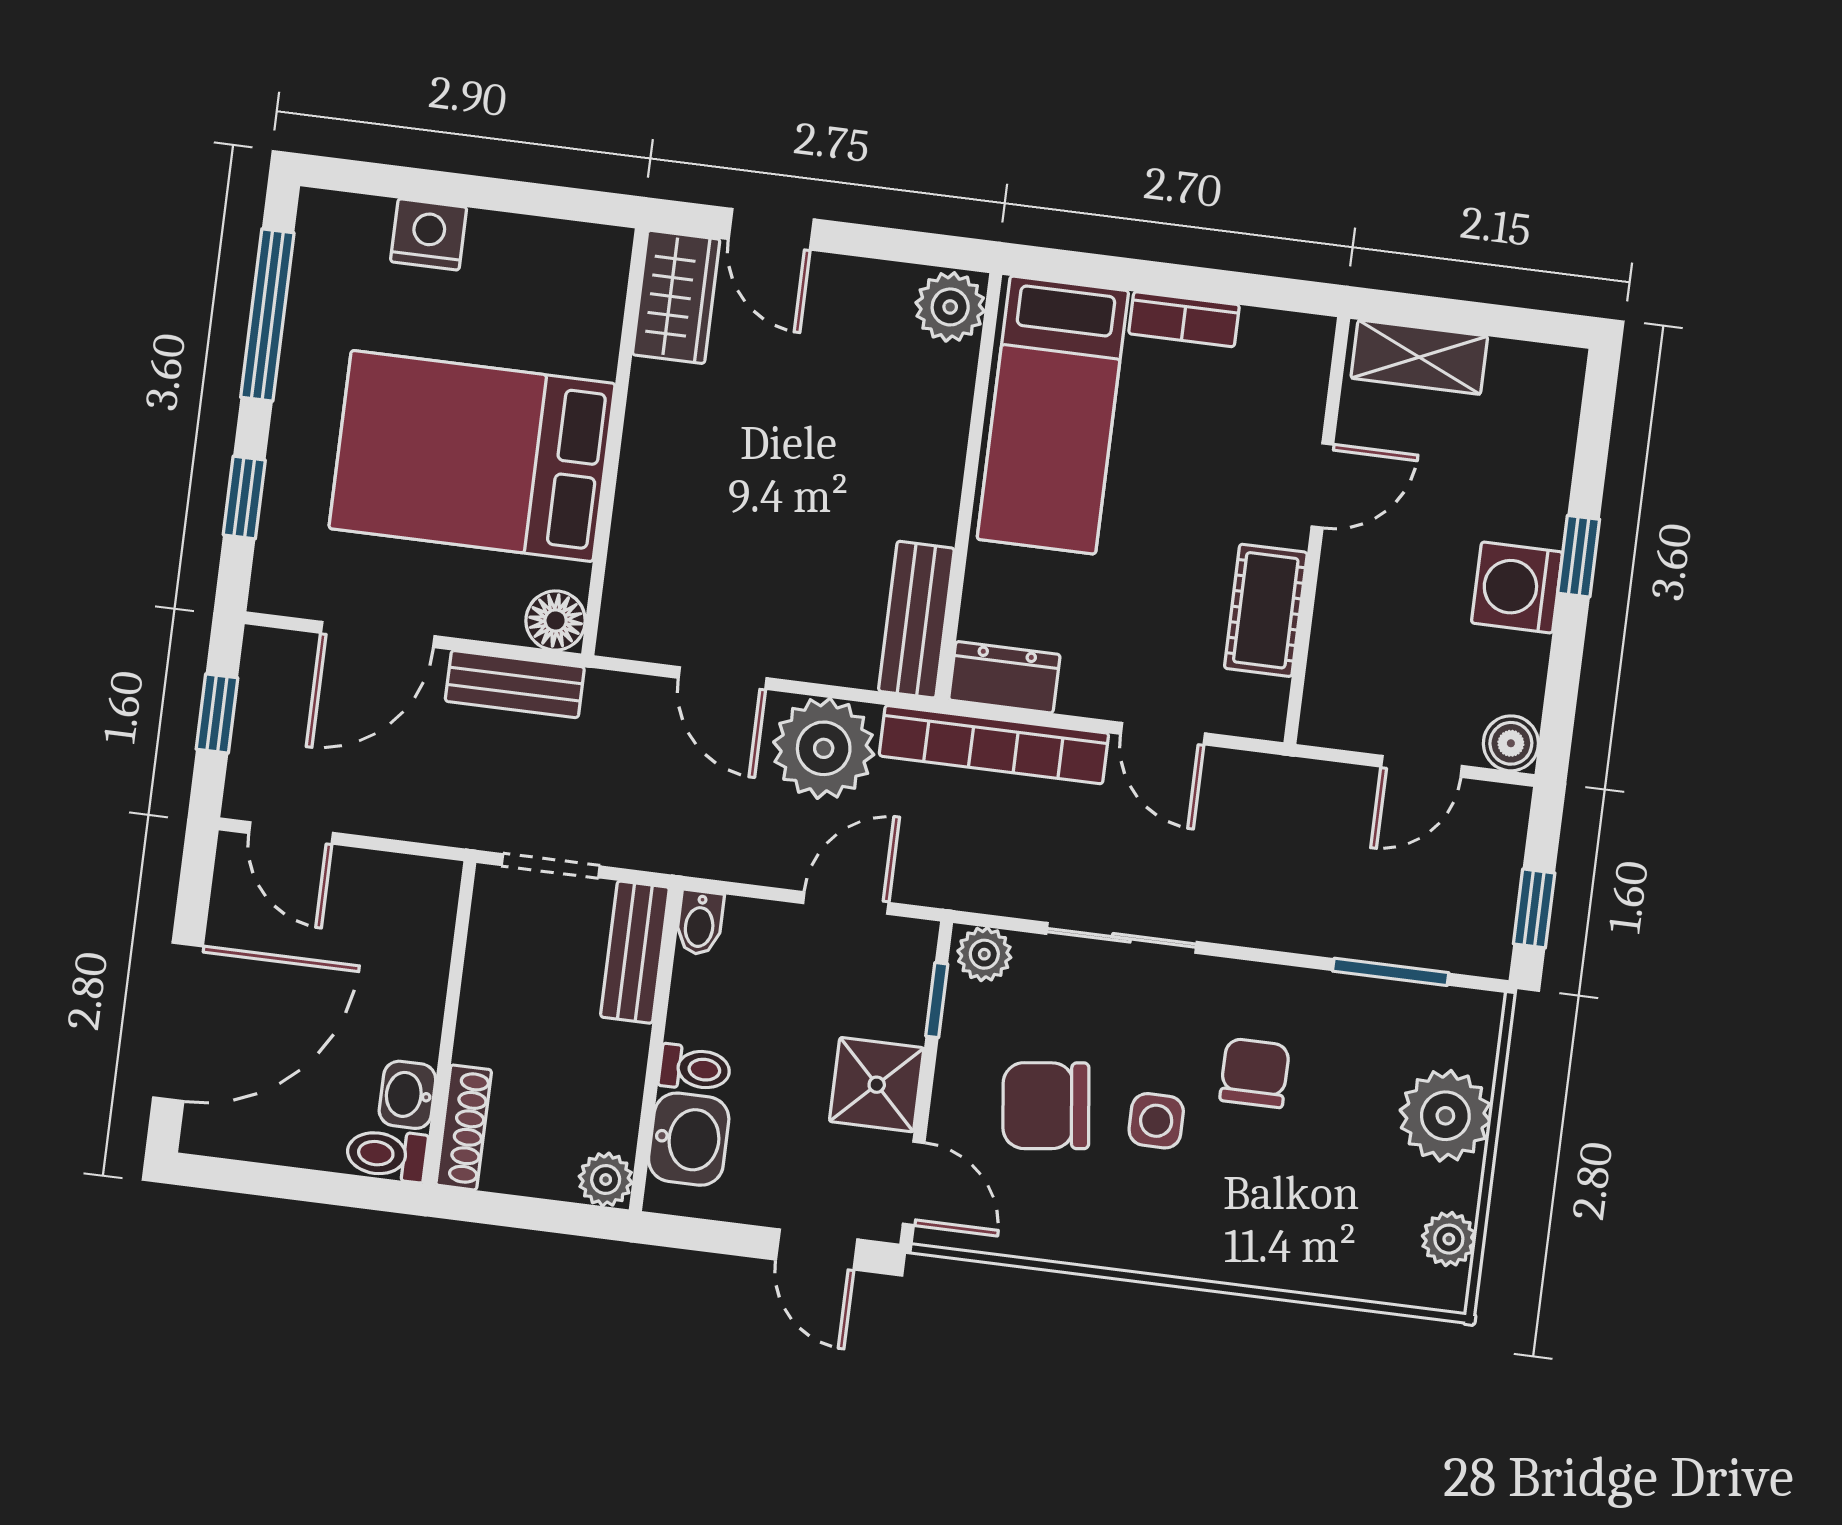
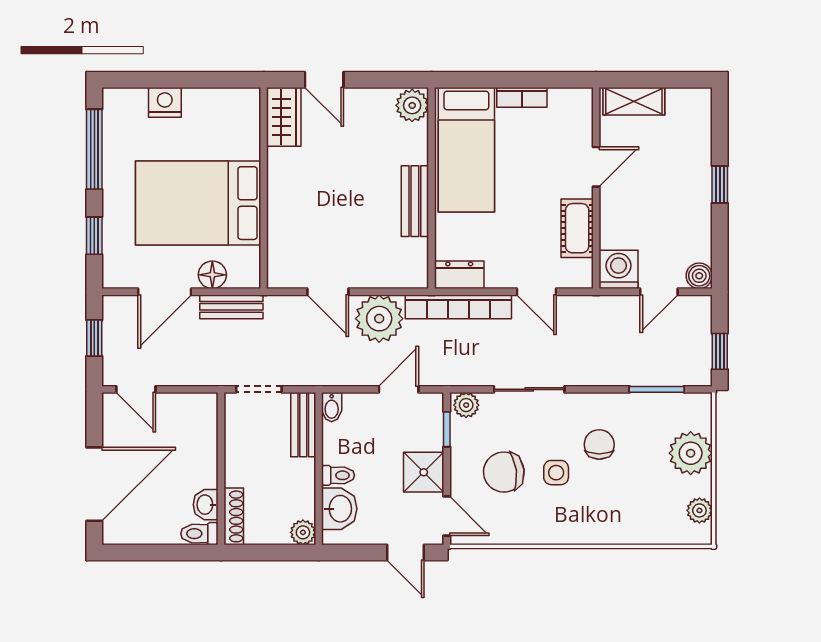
washing machine: (1517, 588) -> (618, 269), moved, turned 90
bench: (916, 620) -> (415, 201), moved
floor lamp: (556, 621) -> (212, 275), moved

